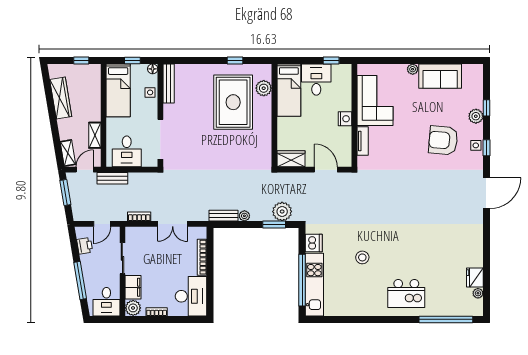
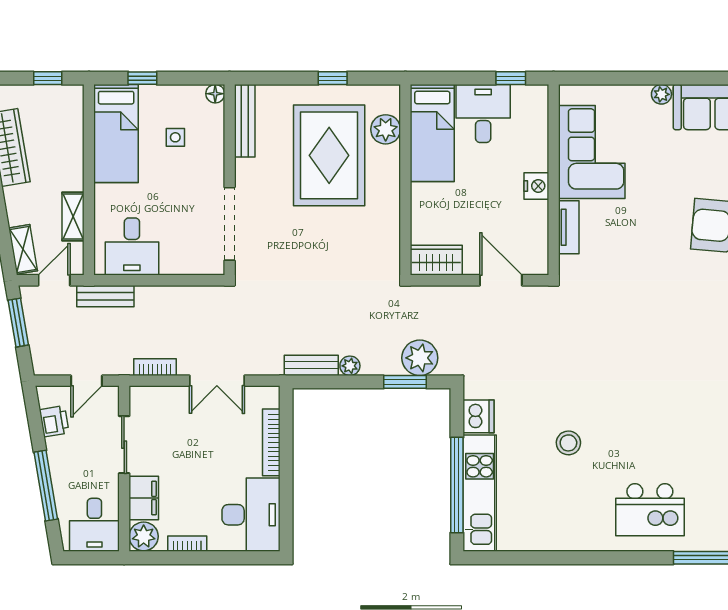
floor lamp: (153, 69) -> (215, 94), moved
bench: (169, 84) -> (245, 121), moved
wall: (160, 115) -> (230, 180), moved
doorway: (160, 139) -> (230, 224), moved

